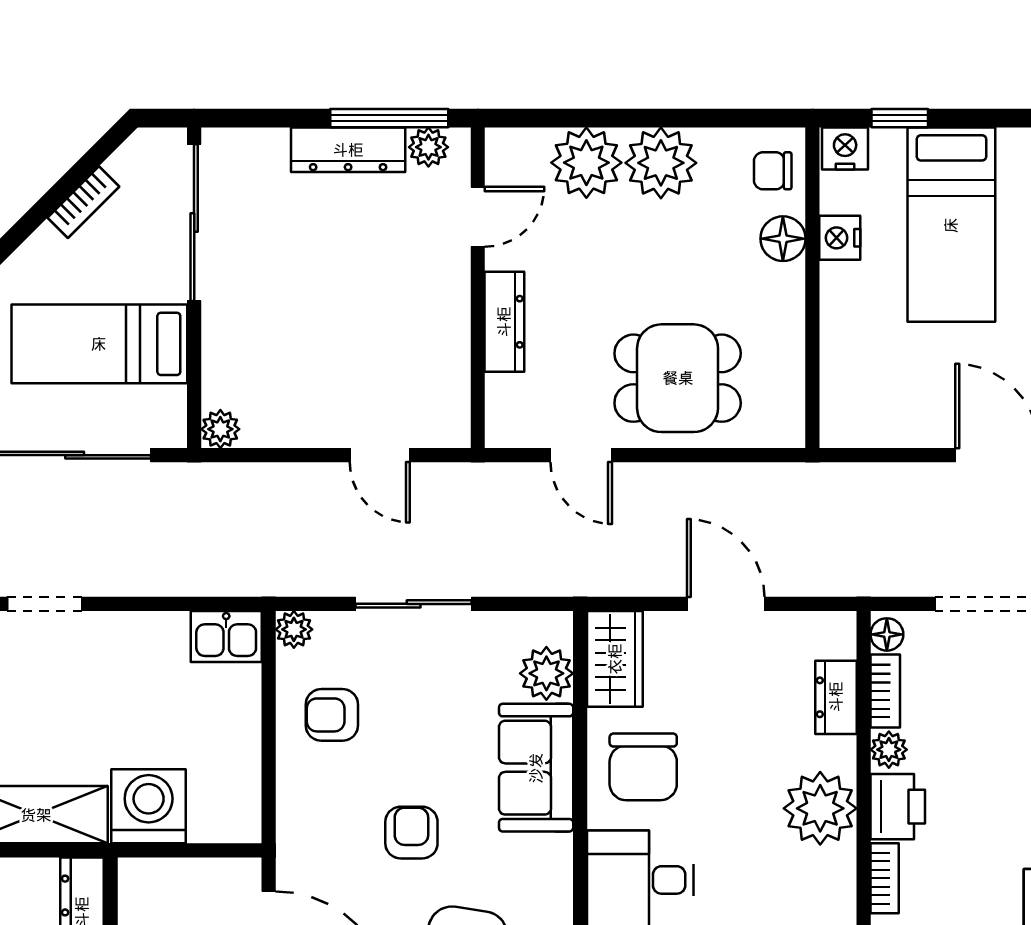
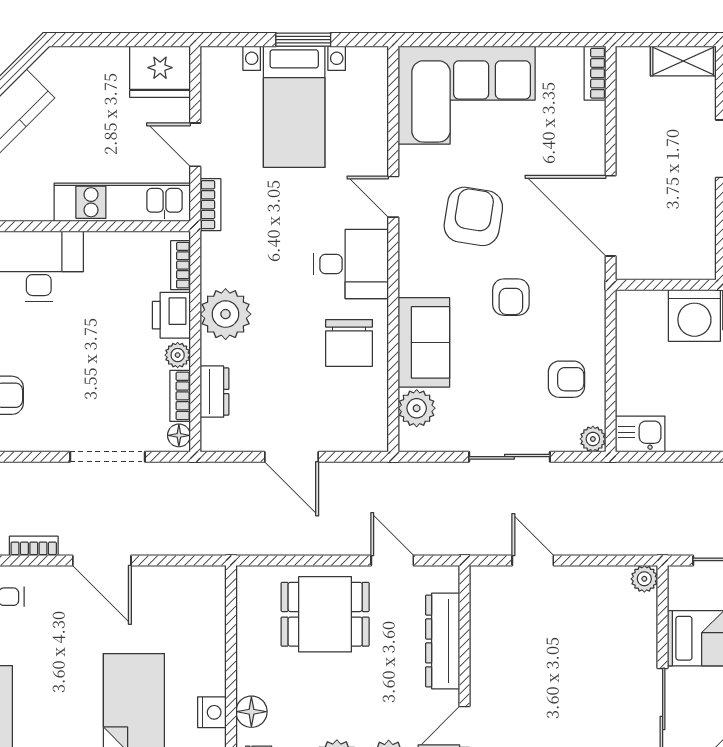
dresser: (504, 322) -> (443, 641), width x1.37, depth x1.24
wardrobe: (615, 659) -> (369, 418), removed
chair: (643, 767) -> (349, 343), turned 180

